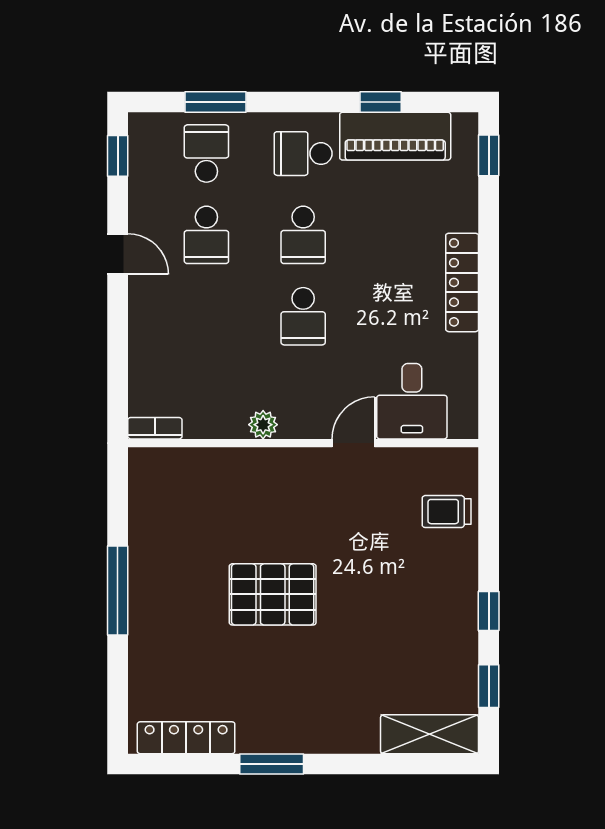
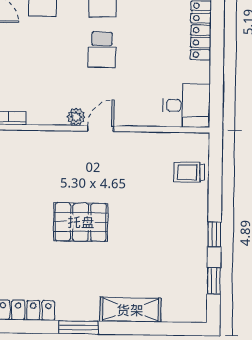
desk: (412, 401) -> (186, 105), moved, turned -90
door: (353, 443) -> (101, 129), moved
shelving: (430, 734) -> (130, 310), moved

